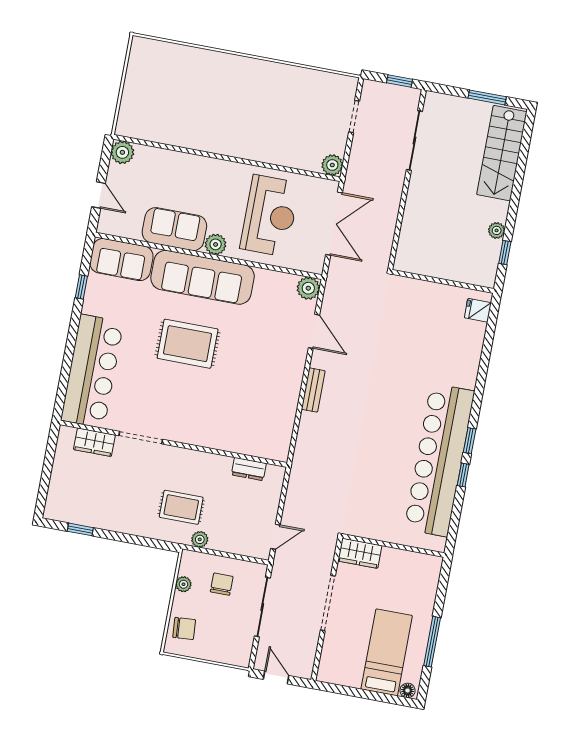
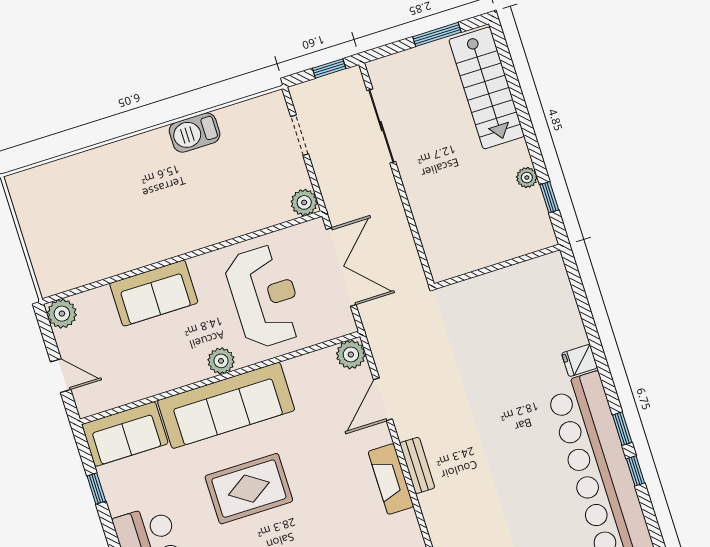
barbecue: (282, 76) -> (195, 133), added
sofa: (174, 229) -> (154, 293), moved, turned 180
fridge: (478, 310) -> (580, 360), moved
door: (314, 331) -> (383, 399), swing flipped
fireplace: (290, 390) -> (391, 479), added

